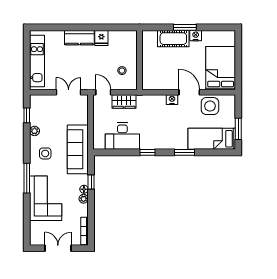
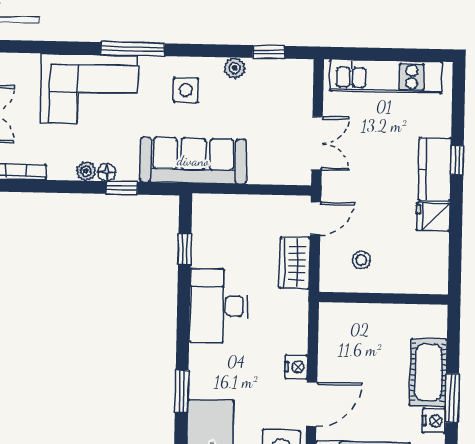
window: (75, 27) -> (457, 160), added
desk: (122, 136) -> (219, 306), moved
window: (148, 152) -> (185, 249), moved

